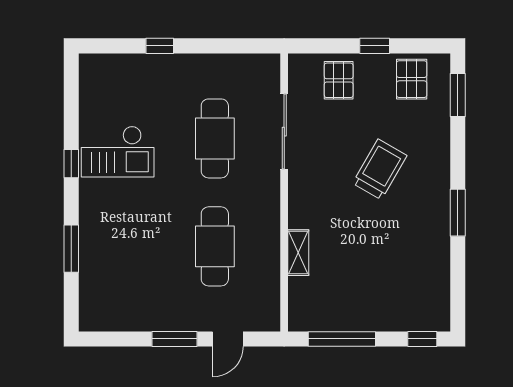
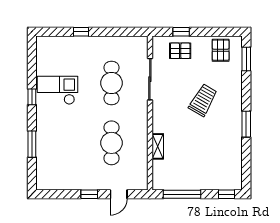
window: (375, 46) -> (181, 32), moved
pallet: (339, 80) -> (180, 51), turned 90
checkout: (118, 152) -> (58, 90), turned 180
window: (175, 339) -> (89, 194), width x0.67

